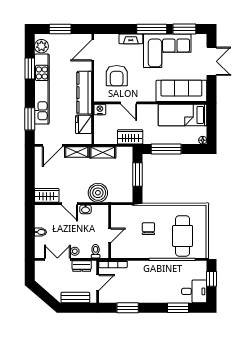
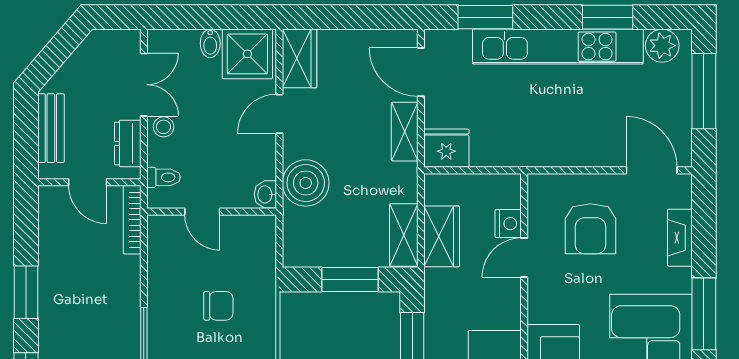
window: (60, 29) -> (704, 91), width x1.44
fireplace: (131, 39) -> (680, 238), moved
armchair: (117, 76) -> (590, 229), turned -90
kitchen counter: (84, 93) -> (549, 150), removed
nightstand: (100, 109) -> (508, 224), moved
fridge: (84, 124) -> (446, 148), moved
wardrobe: (130, 137) -> (442, 236), moved
shelving: (103, 152) -> (404, 235), moved
washbasin: (86, 209) -> (265, 194), moved
shower: (45, 217) -> (247, 54), added
window: (128, 308) -> (26, 292), moved

